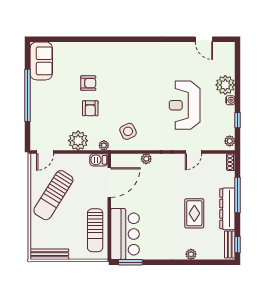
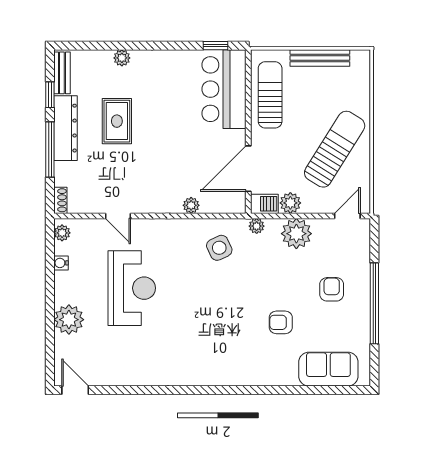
door: (204, 39) -> (75, 390), moved
sofa: (41, 61) -> (328, 369), moved, turned 90
water cooler: (230, 100) -> (61, 263), moved
armchair: (90, 108) -> (332, 289), moved
window: (238, 120) -> (50, 265), removed
door: (193, 152) -> (118, 216), swing flipped
plant: (82, 160) -> (290, 203), added
window: (238, 245) -> (50, 95), moved
bench: (49, 254) -> (320, 58), moved
window: (130, 262) -> (216, 46), width x0.67

